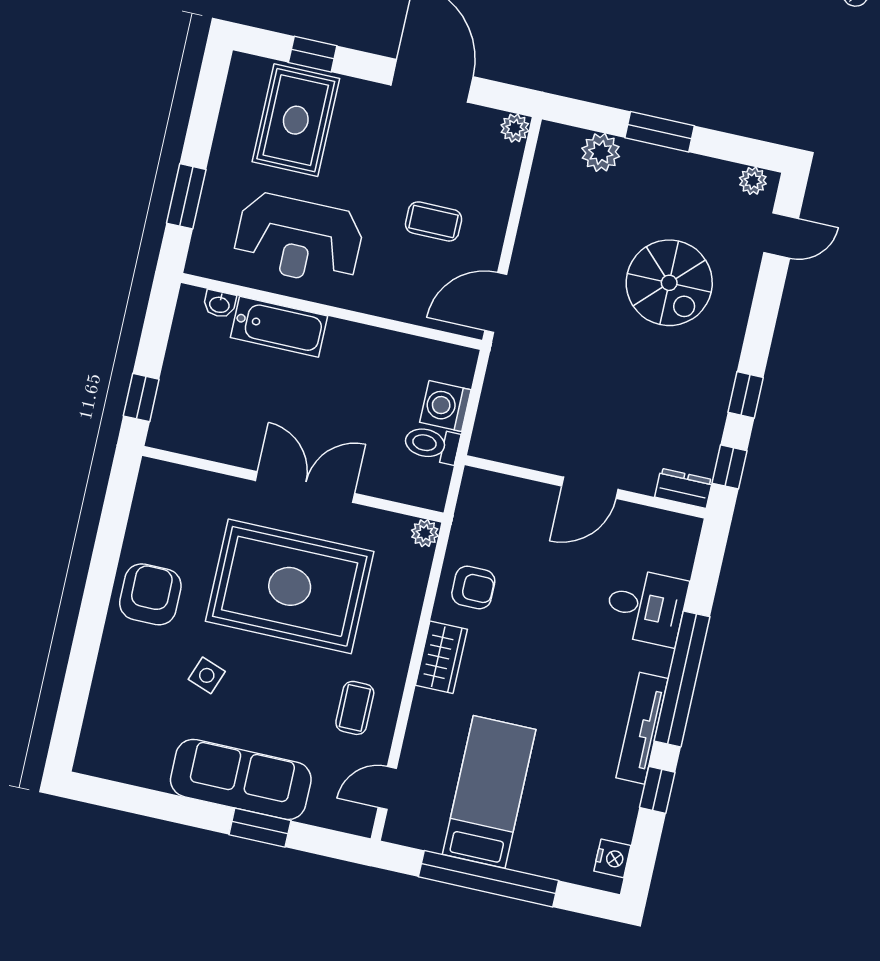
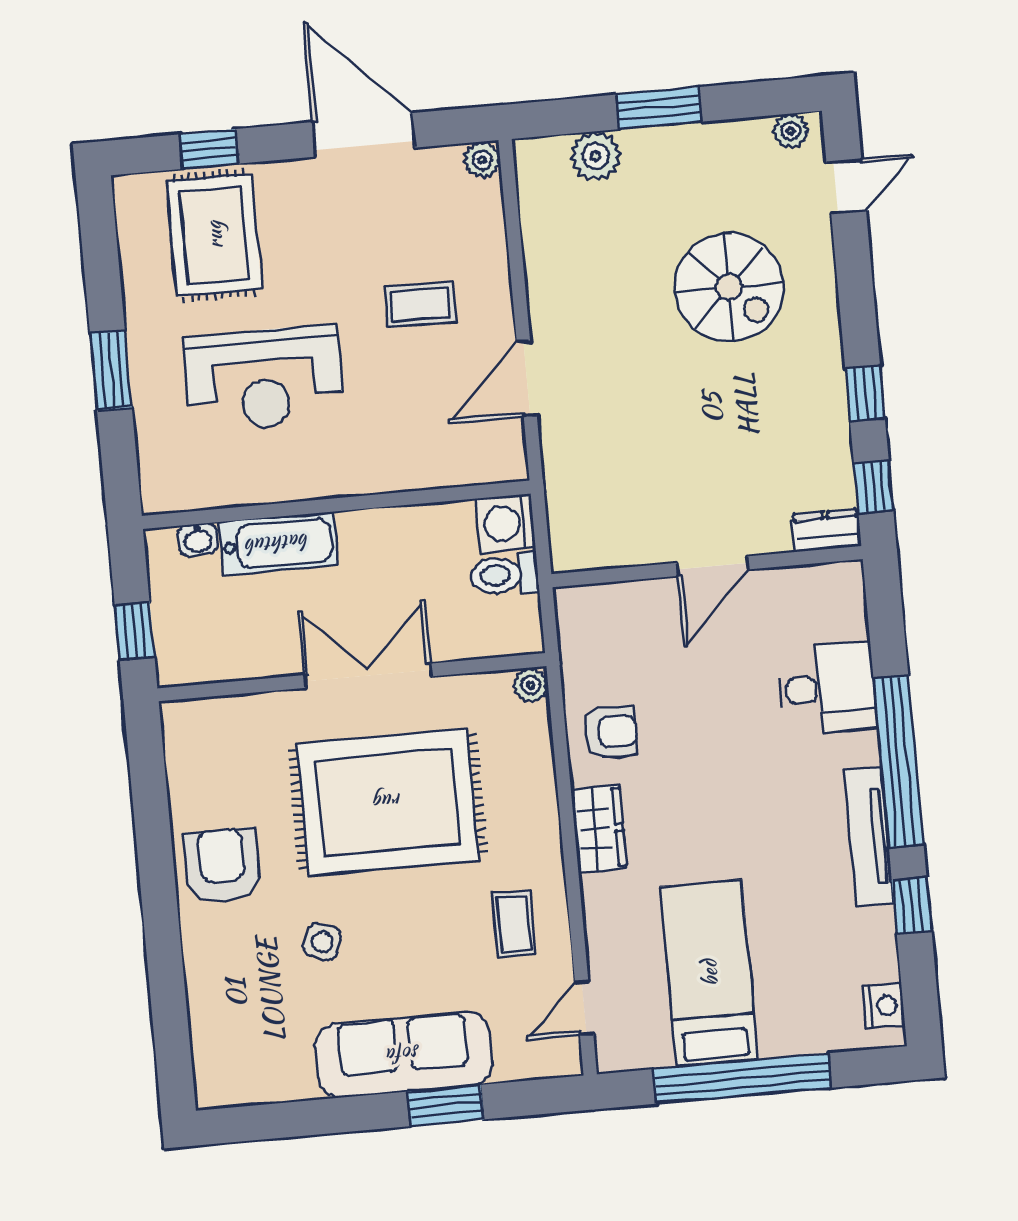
washbasin: (220, 304) -> (198, 539), moved
wall: (331, 311) -> (336, 505), moved
bathtub: (279, 327) -> (278, 544), moved

